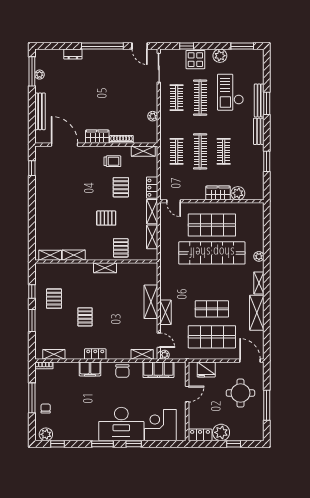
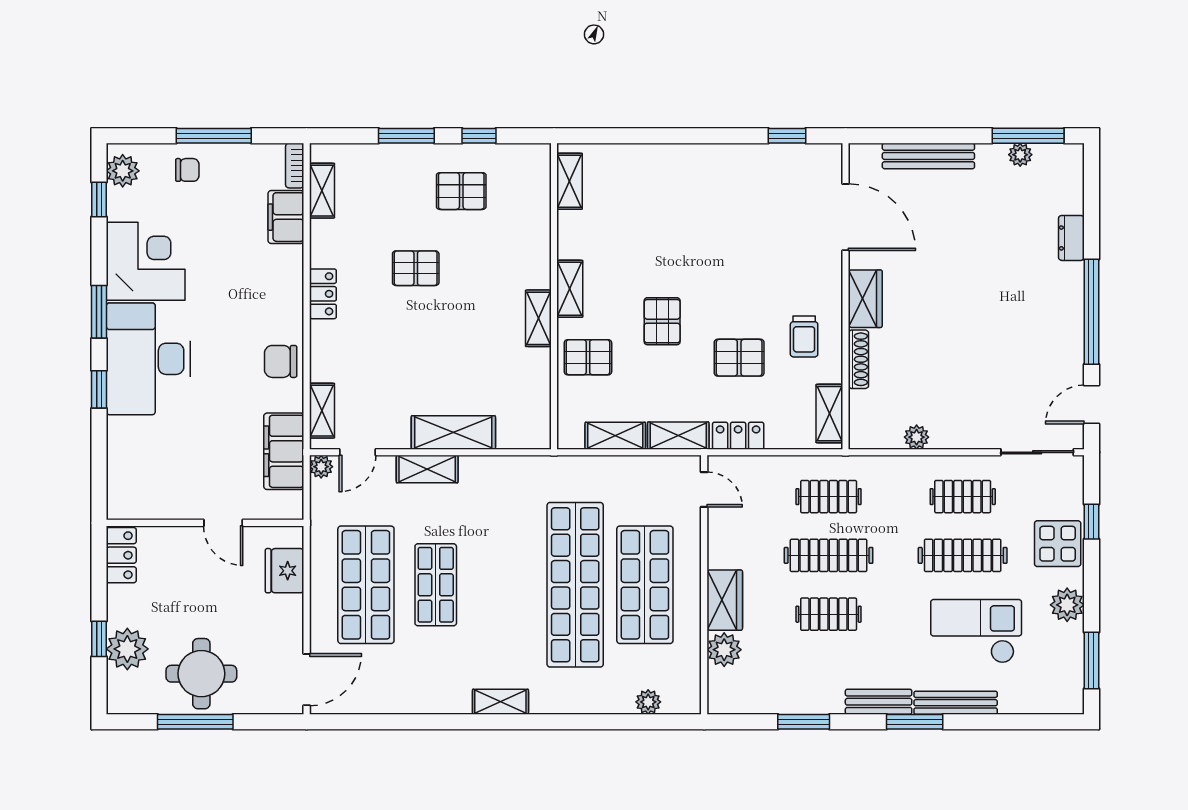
window: (267, 103) -> (915, 722), moved
door: (65, 145) -> (846, 217), hinge flipped
door: (174, 201) -> (704, 490), swing flipped
shelving: (74, 255) -> (570, 289), moved
plant: (259, 256) -> (648, 702), moved
shelving: (257, 313) -> (426, 697), removed
filing cabinet: (90, 369) -> (286, 217), moved
round table: (240, 393) -> (201, 674), moved
corner desk: (160, 425) -> (146, 261), moved
plant: (221, 432) -> (127, 649), moved

